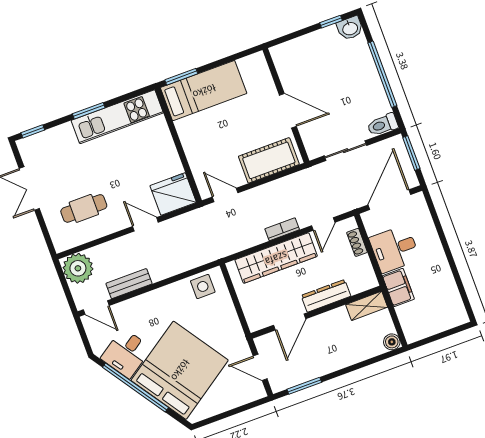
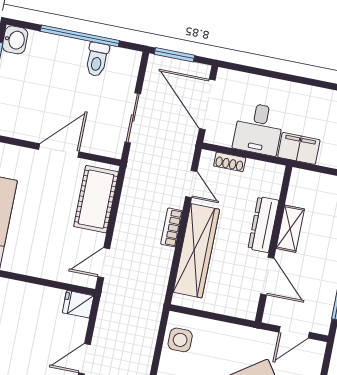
toilet: (383, 125) -> (97, 59), moved
fridge: (173, 194) -> (78, 304), width x0.53, depth x0.75
shelving: (367, 306) -> (290, 229), moved

